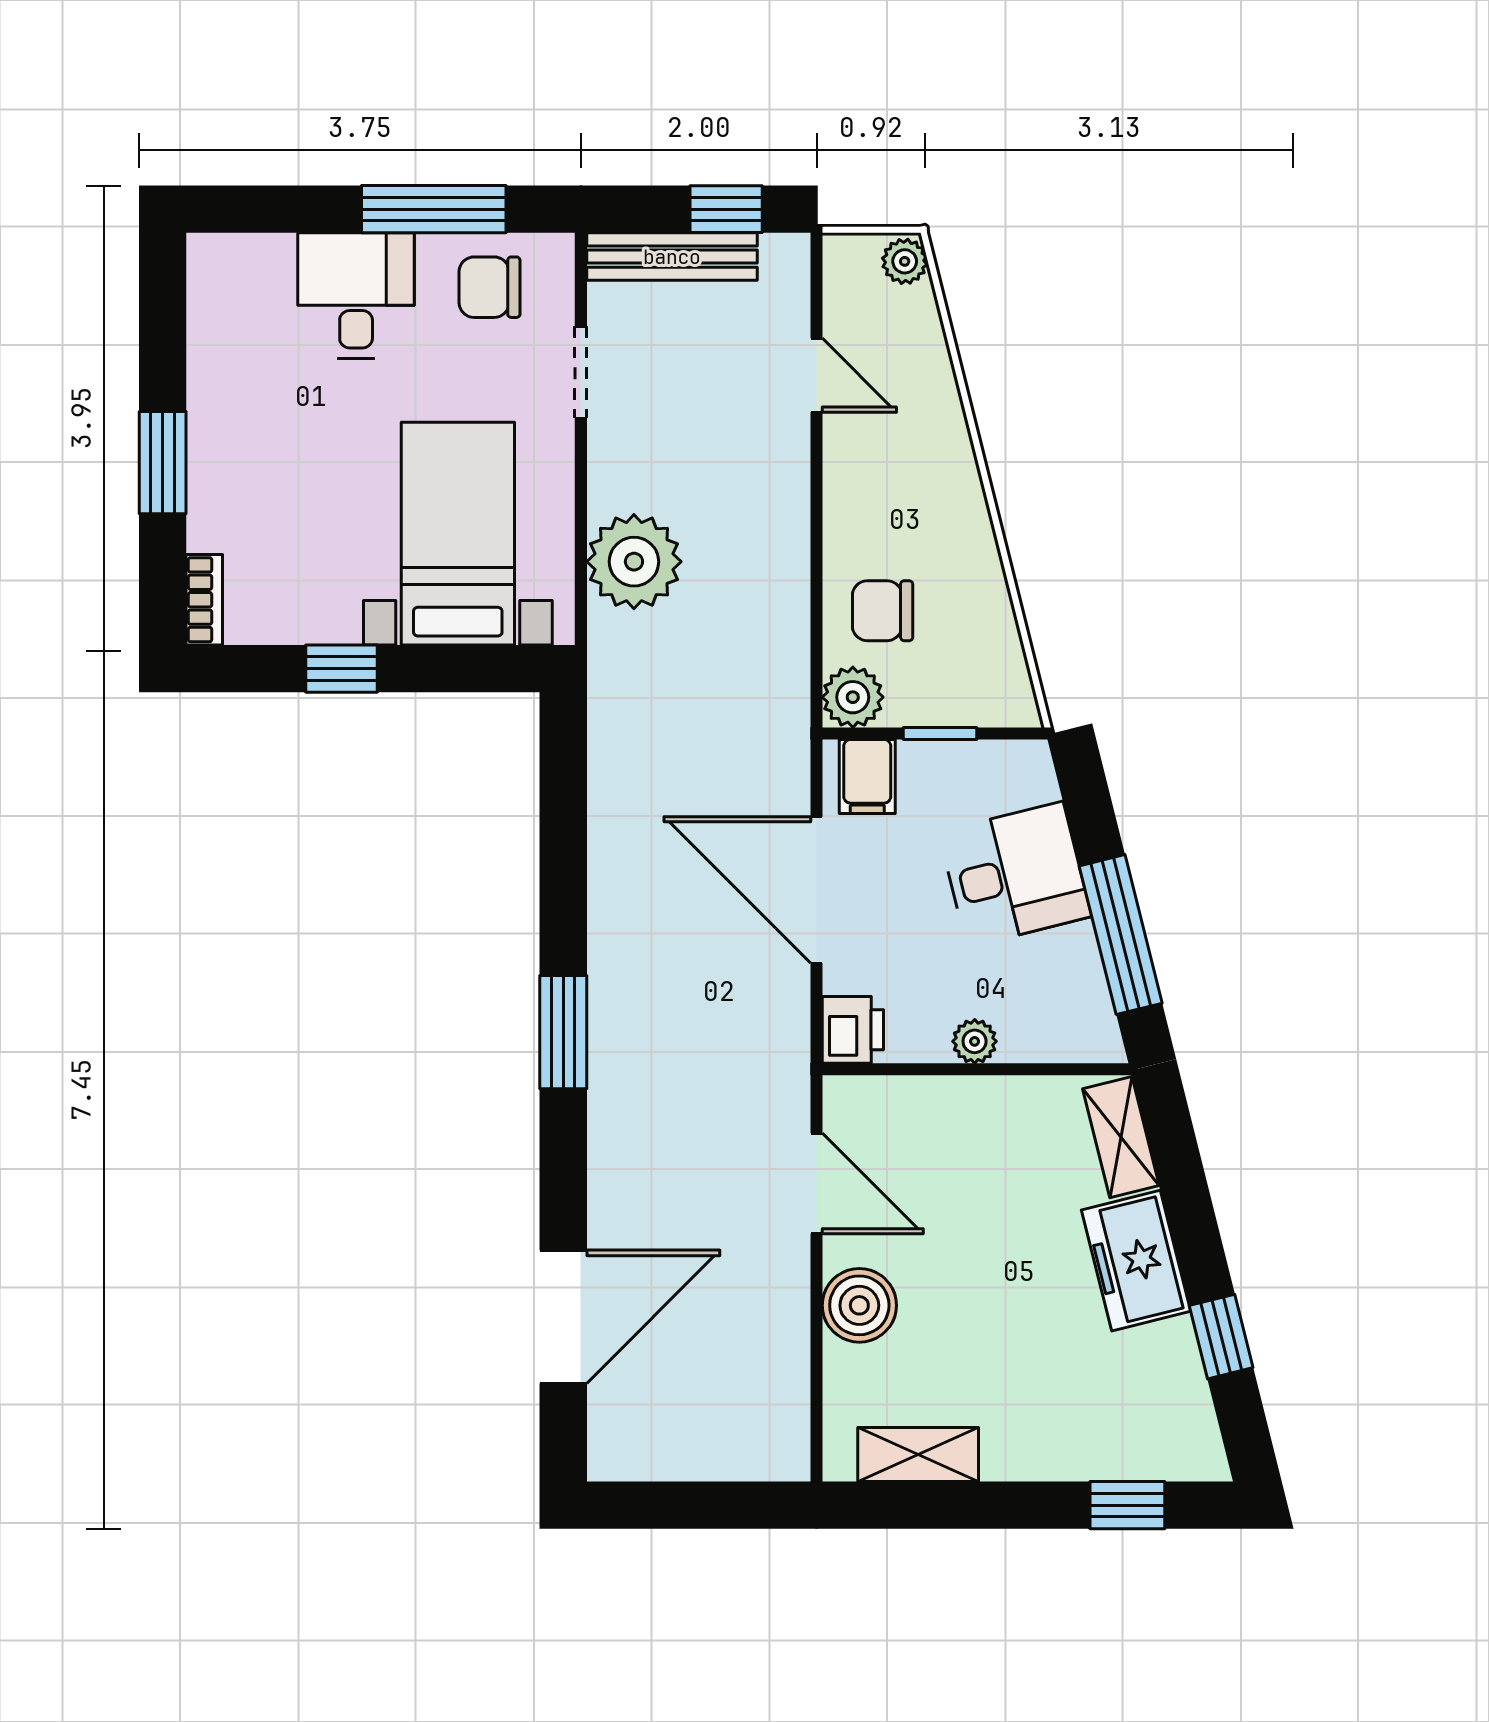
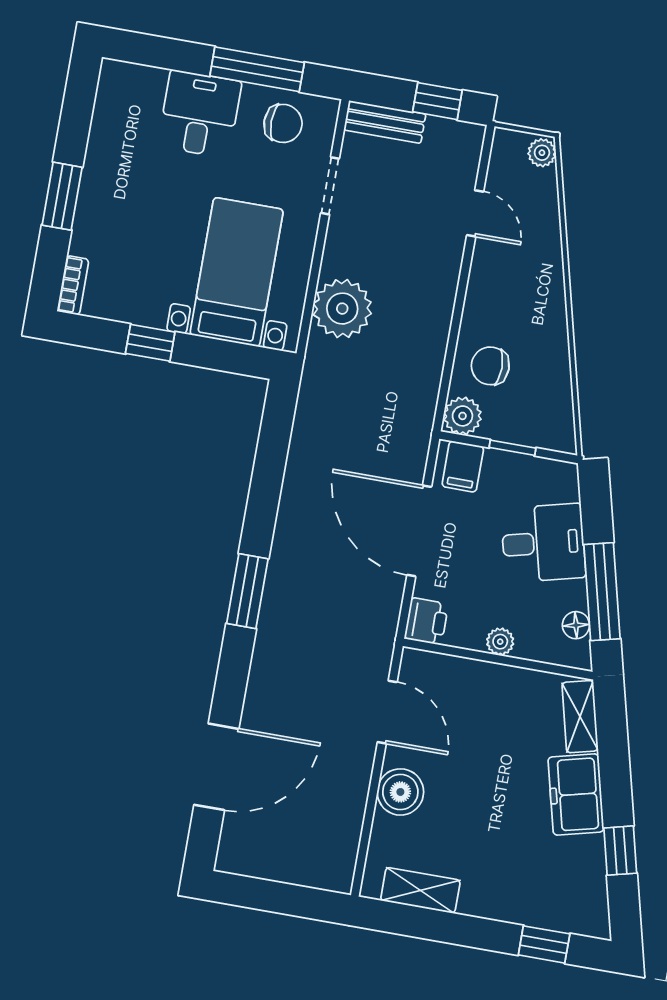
bench: (672, 257) -> (385, 122), width x0.73
chair: (490, 287) -> (283, 123), turned 180
floor lamp: (1089, 995) -> (576, 625), added

